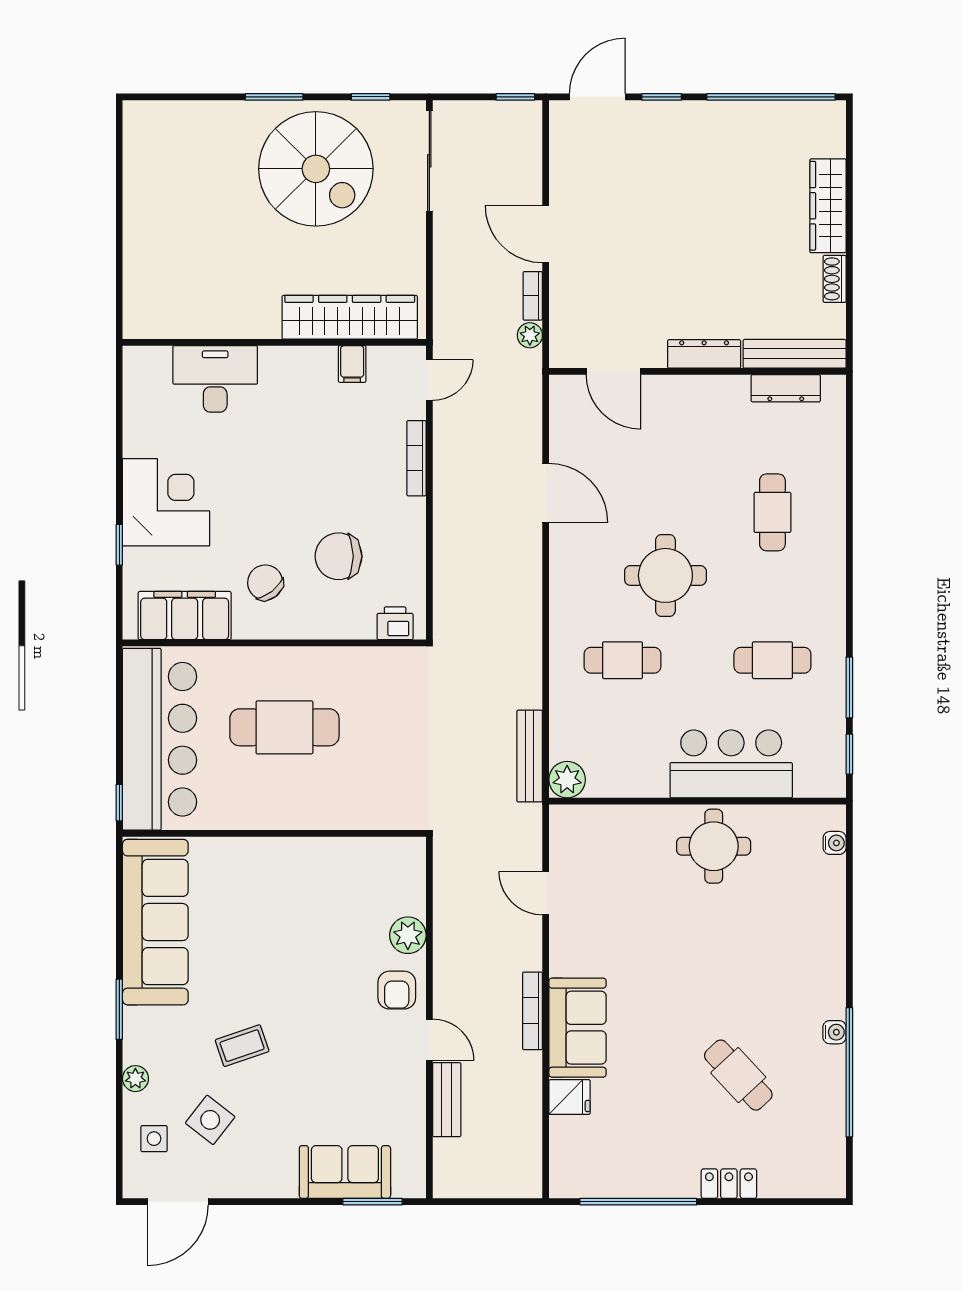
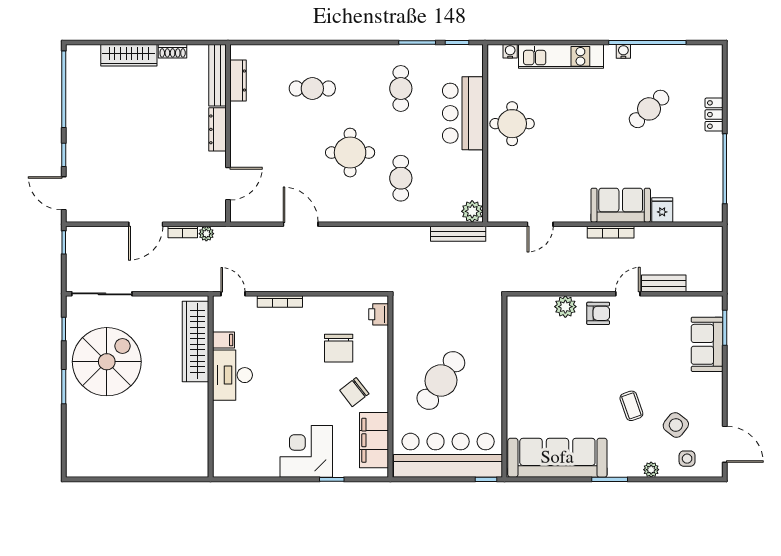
desk: (215, 379) -> (232, 375), moved
door: (546, 493) -> (301, 224), hinge flipped
cafe table: (284, 727) -> (441, 381), turned 35
kitchen unit: (826, 928) -> (561, 56), added

